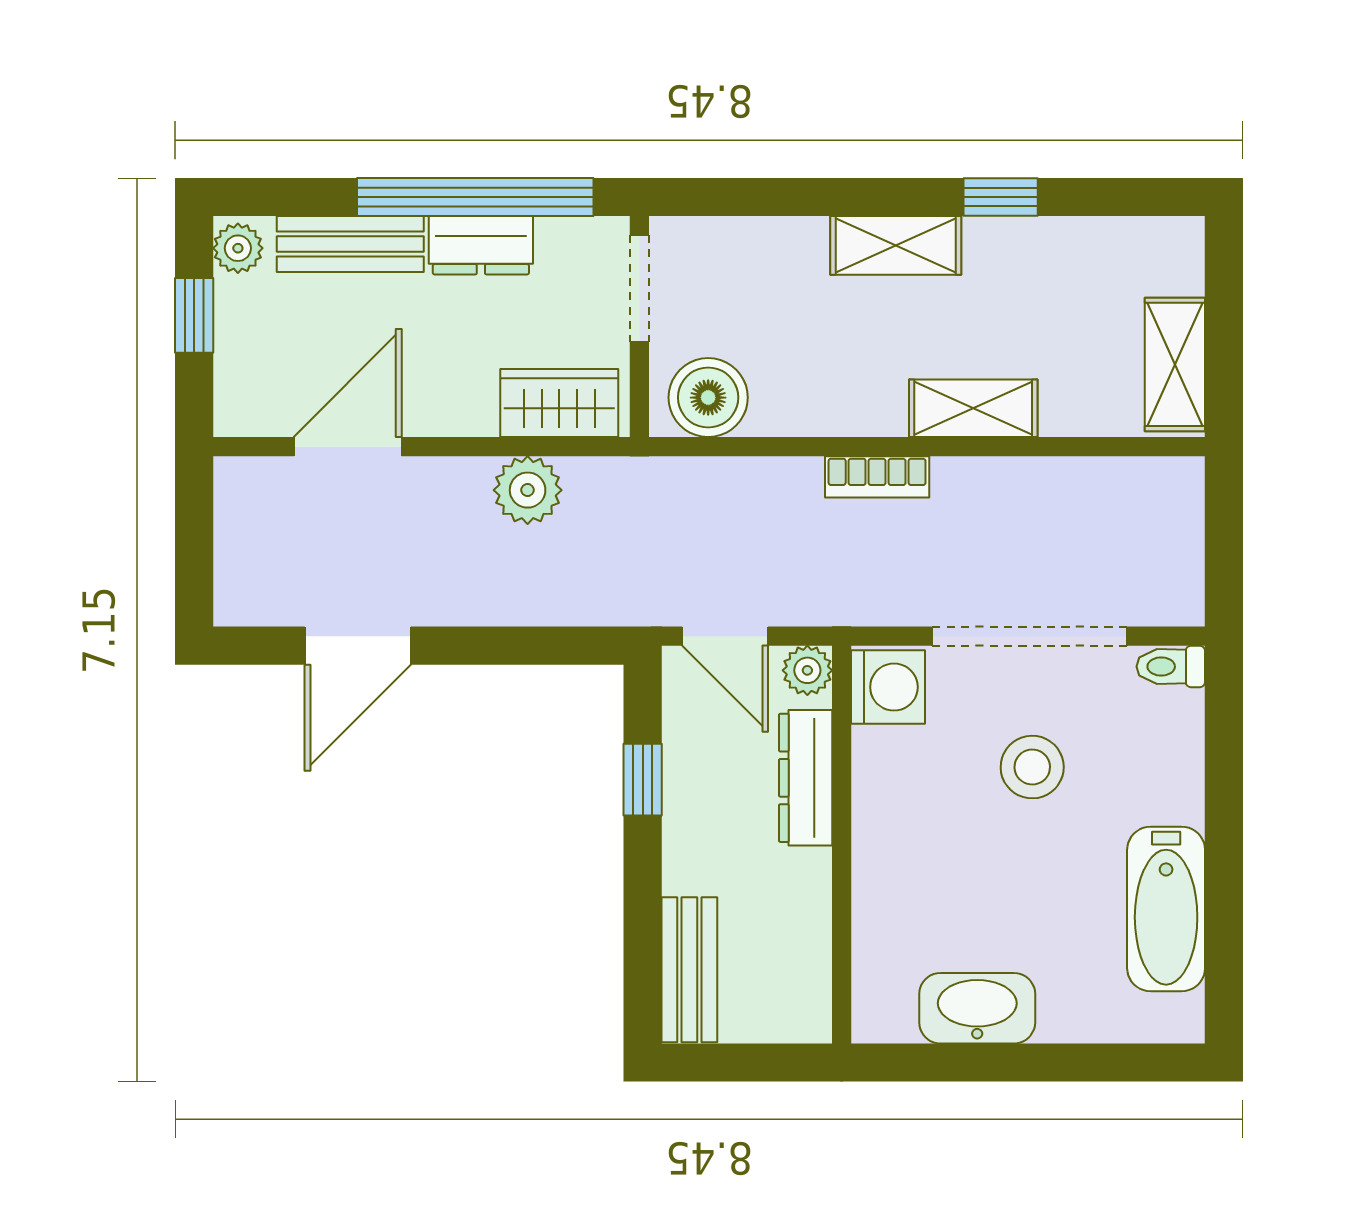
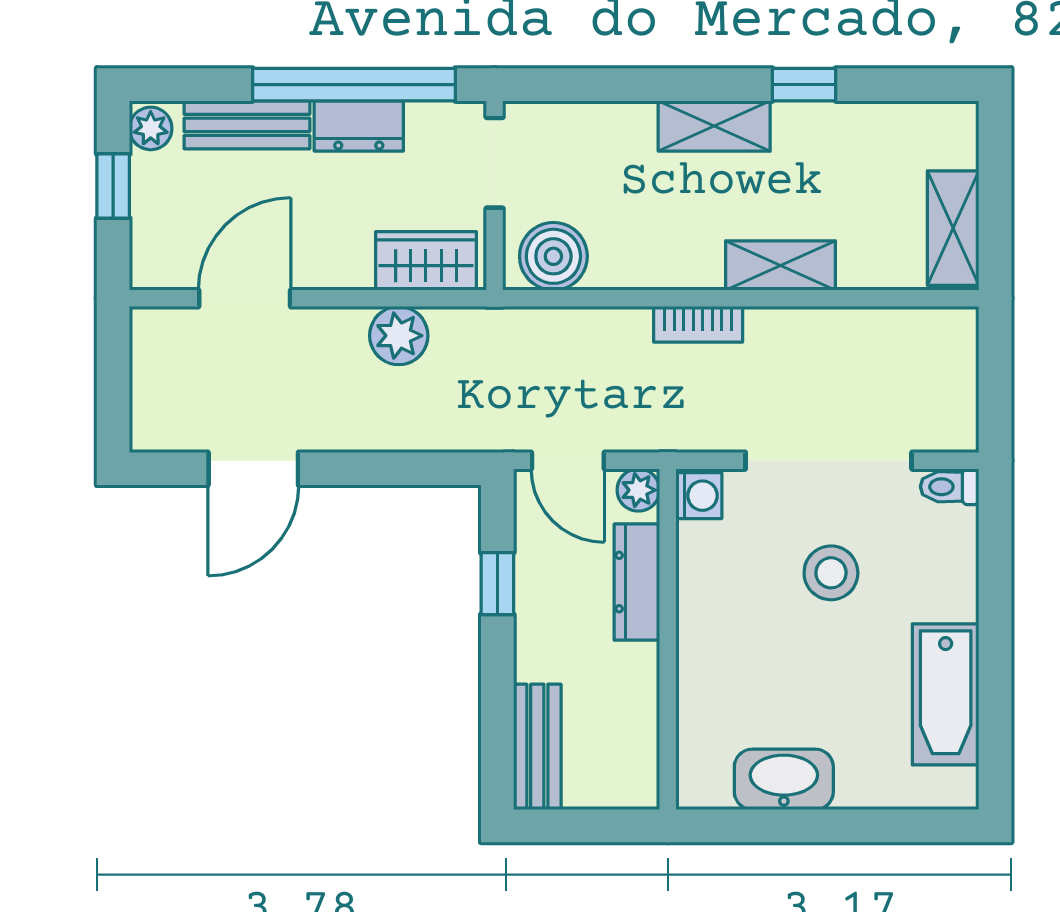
washing machine: (888, 687) -> (699, 496), width x0.73, depth x0.73

